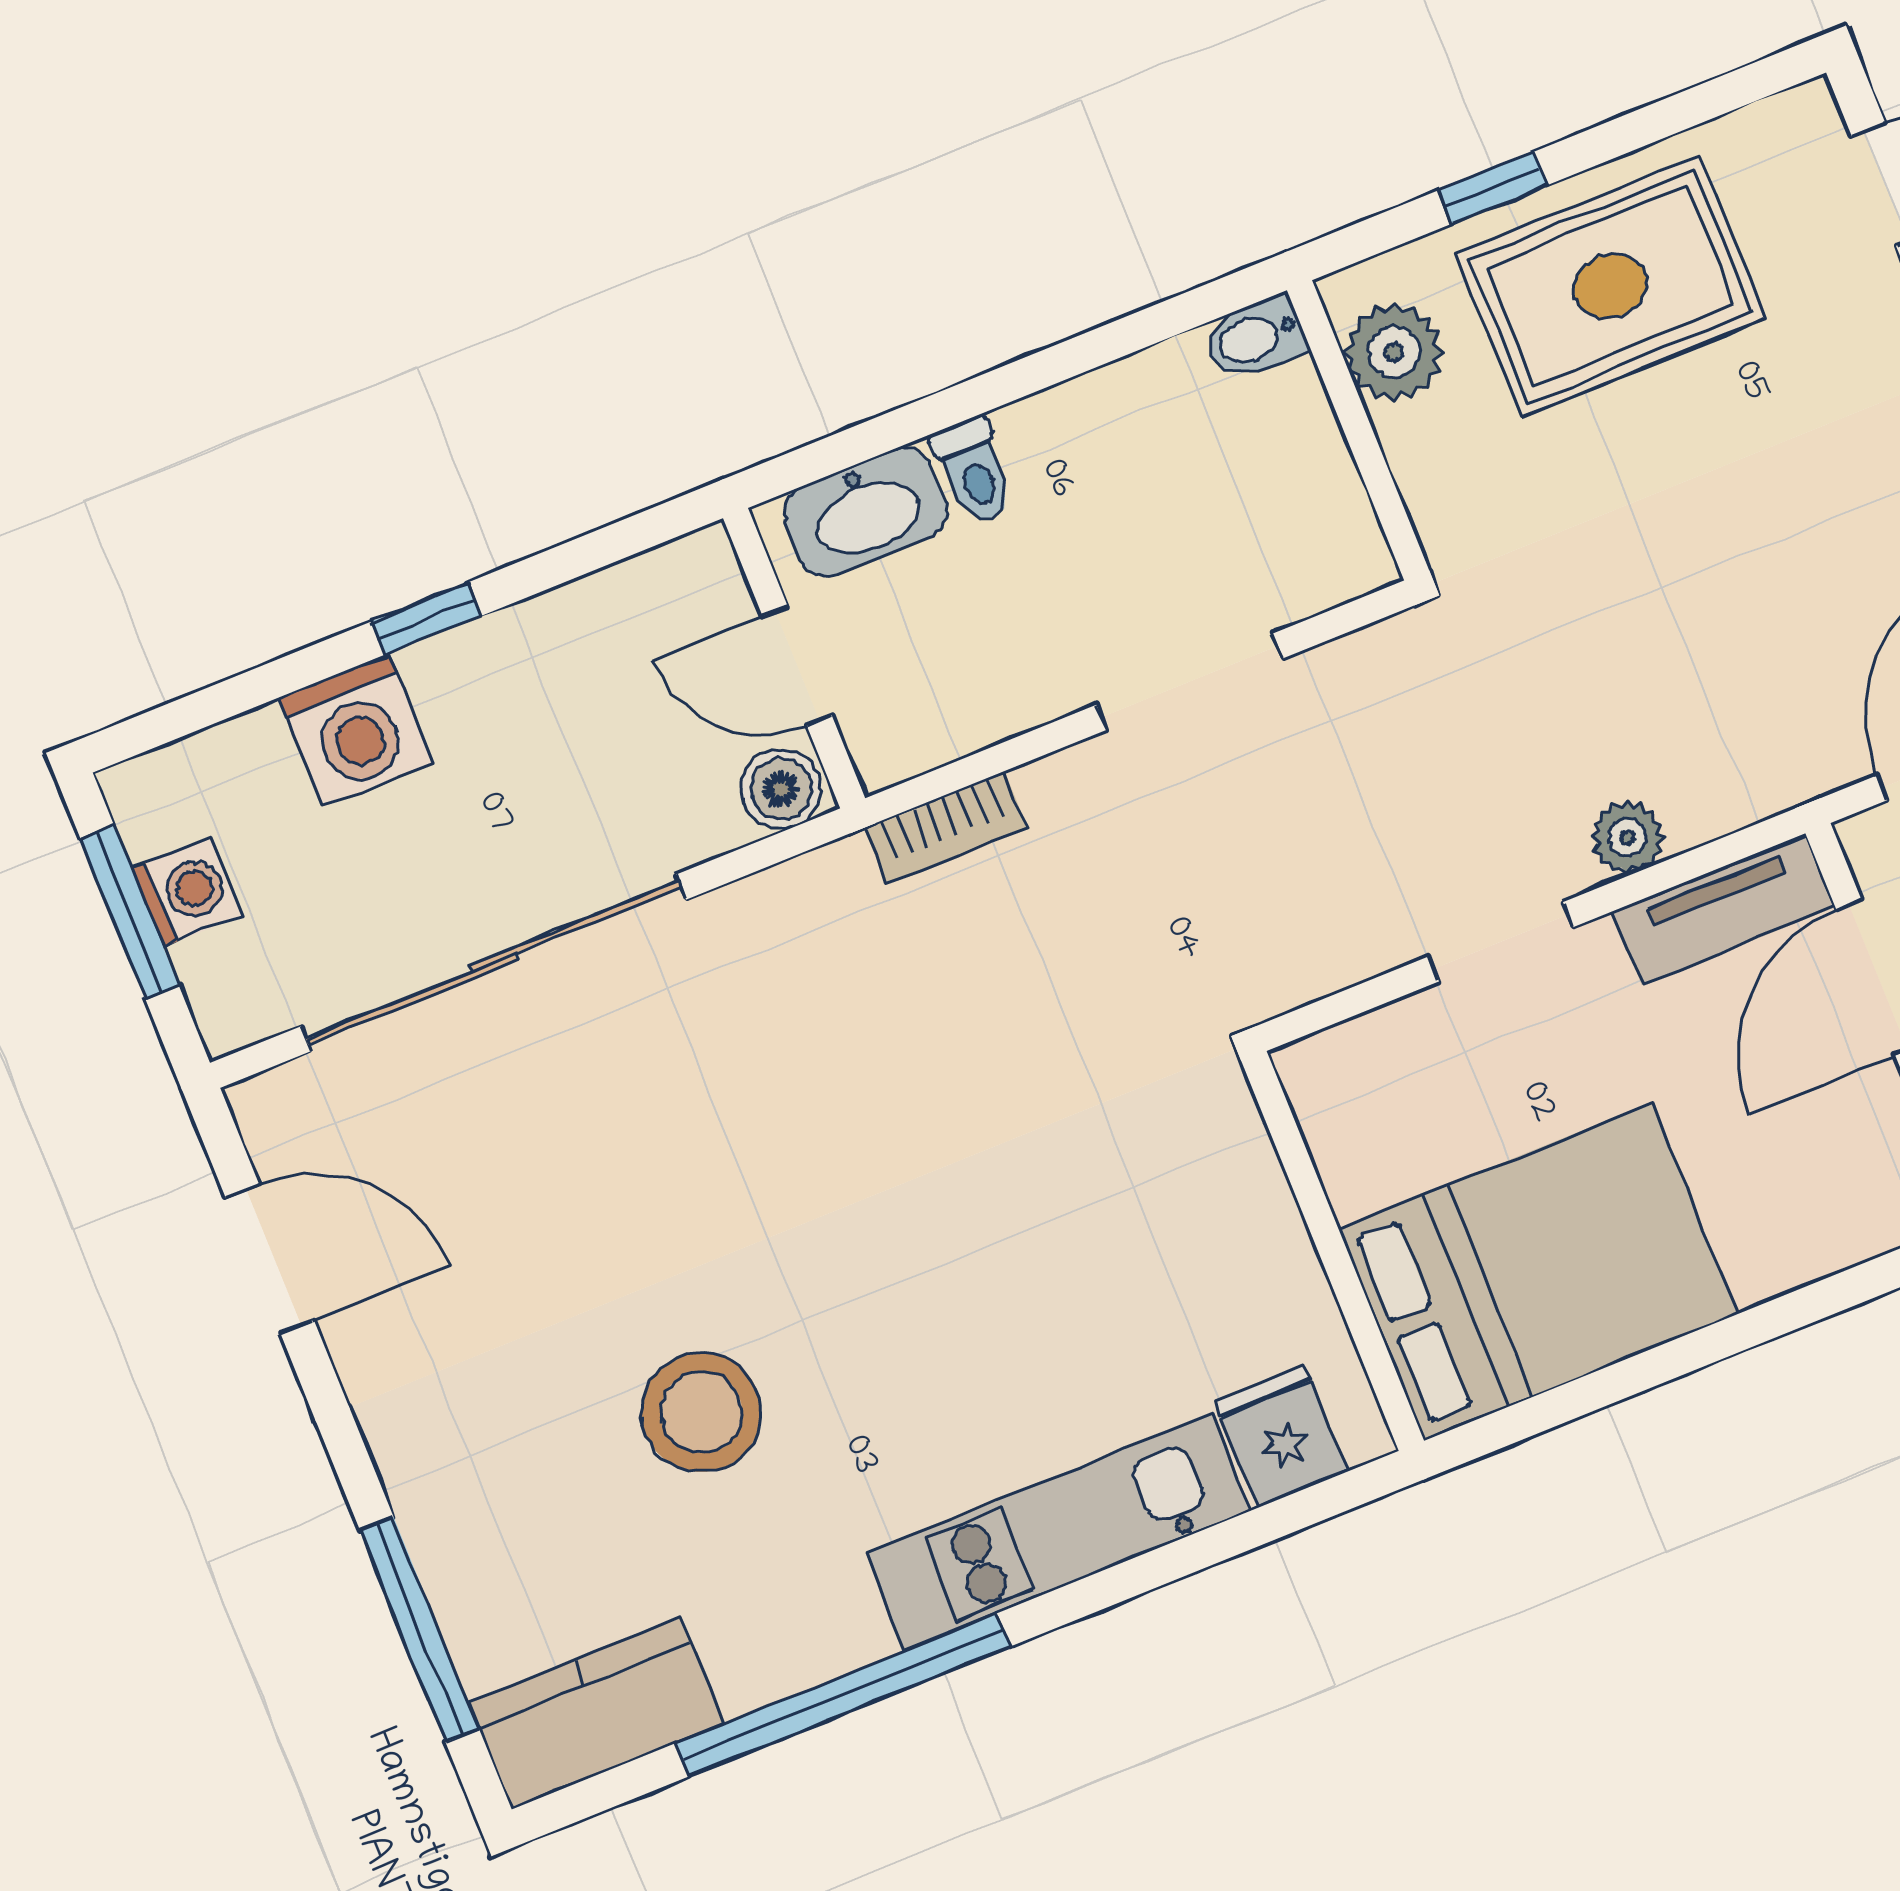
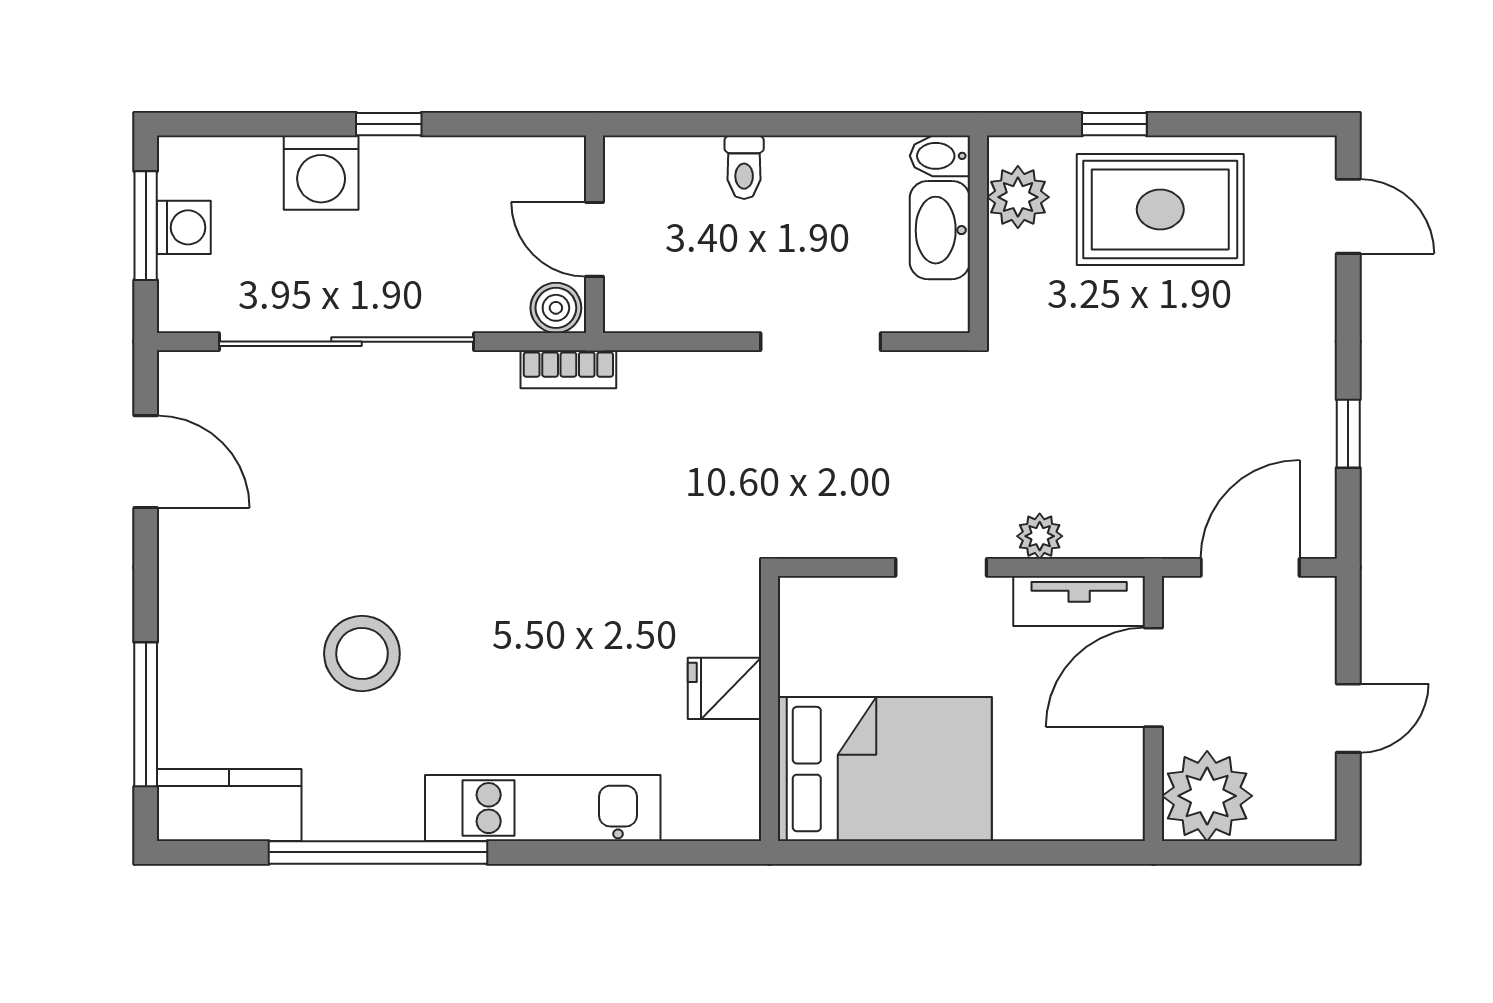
washbasin: (865, 512) -> (940, 230), moved, turned 90
bookcase: (946, 827) -> (568, 369), moved
fridge: (1281, 1436) -> (724, 688), moved, turned -90

